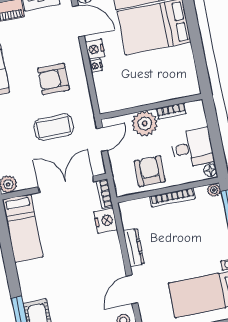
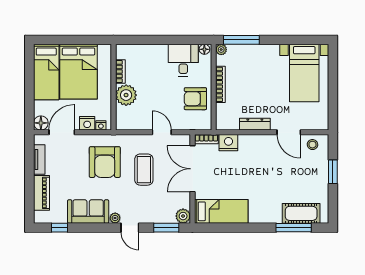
armchair: (53, 79) -> (105, 162), width x1.36, depth x1.36
wall: (151, 107) -> (113, 87), moved
bookcase: (171, 111) -> (120, 72), moved
plant: (145, 123) -> (126, 95), moved

